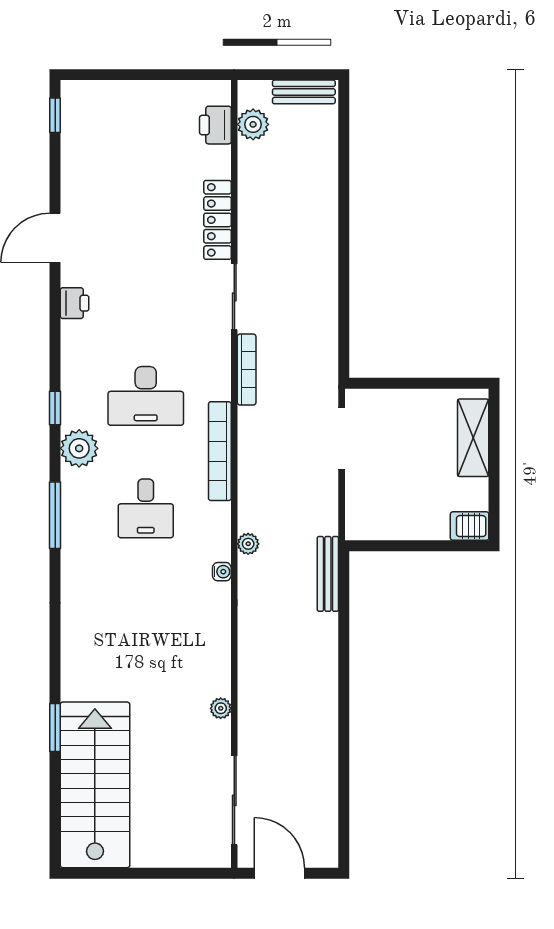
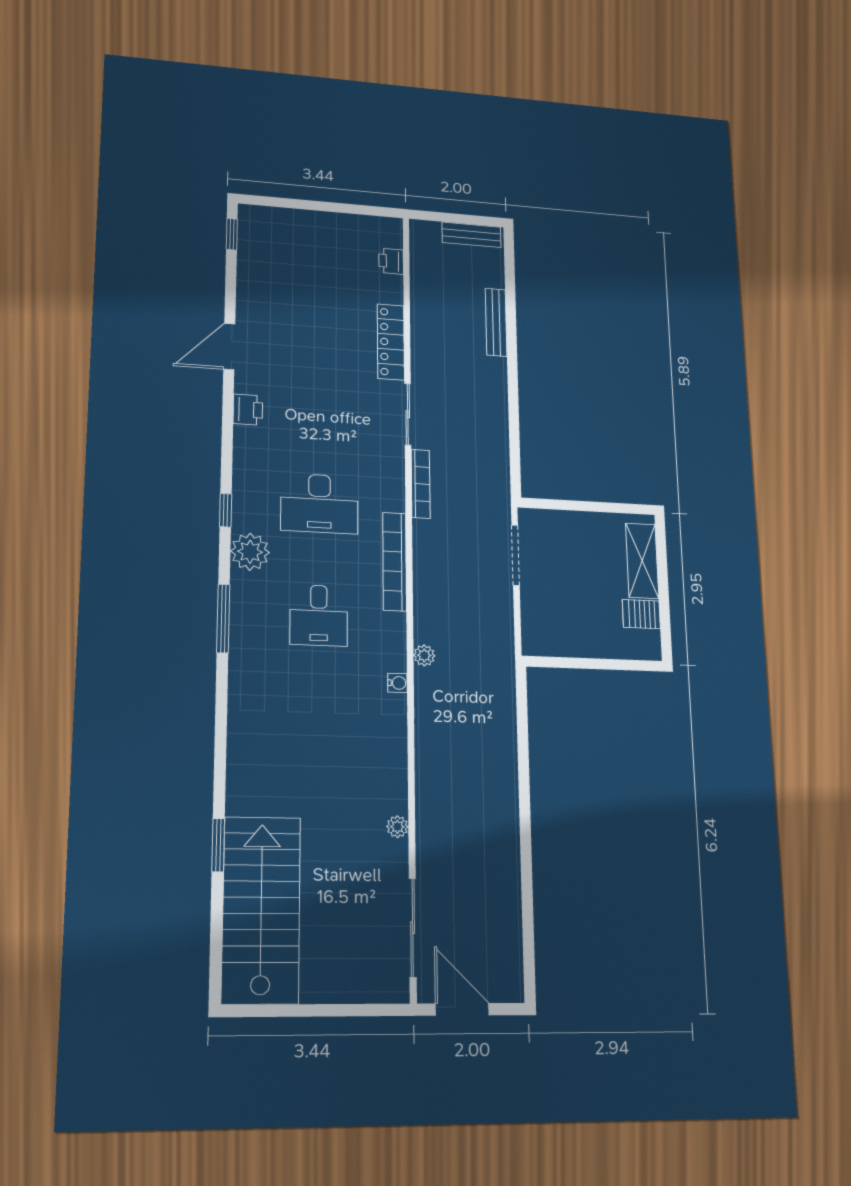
plant: (253, 124) -> (424, 259), removed
printer: (215, 125) -> (391, 261), width x0.73, depth x0.81
server rack: (470, 526) -> (641, 614), moved
bench: (328, 574) -> (496, 322), moved

